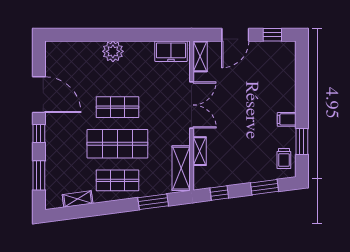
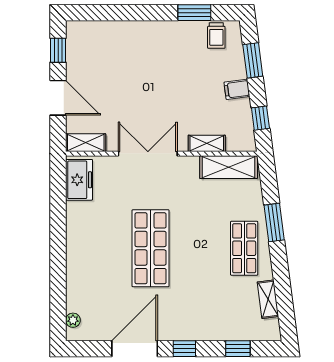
plant: (113, 51) -> (73, 320), moved, width x0.53, depth x0.53
shop shelf: (117, 107) -> (151, 248), width x1.43, depth x1.36
filing cabinet: (287, 119) -> (237, 89), moved, turned 83
shop shelf: (117, 144) -> (197, 248), removed
trolley: (284, 159) -> (216, 36), turned 90
window: (39, 175) -> (238, 349), width x0.67
window: (153, 202) -> (274, 223), moved

